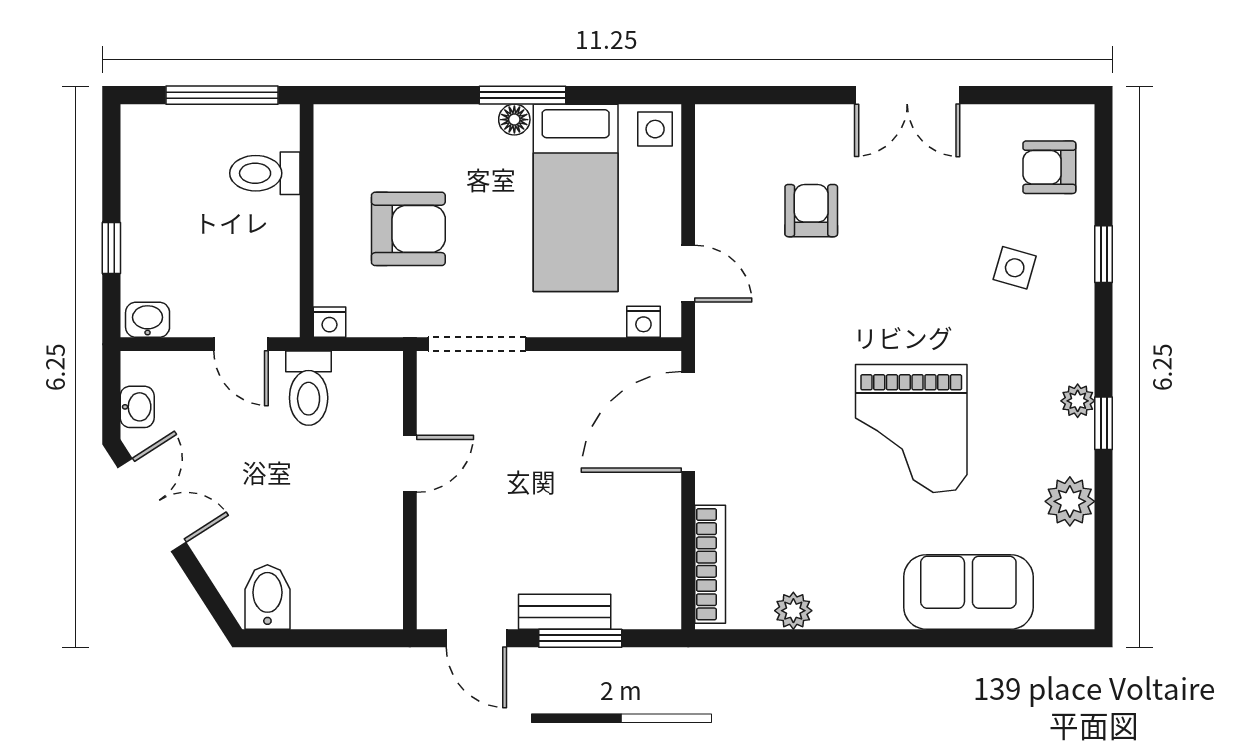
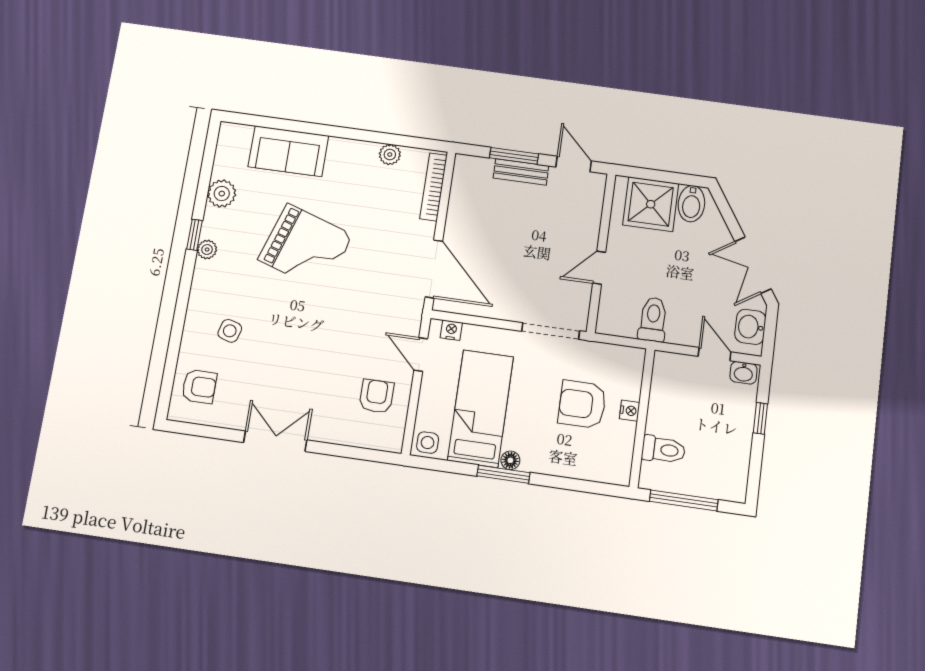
armchair: (811, 211) -> (377, 396), moved, turned 180
window: (1104, 254) -> (177, 331), removed
nightstand: (329, 322) -> (630, 411), moved, turned 90
door: (241, 344) -> (715, 354), moved
washbasin: (137, 407) -> (750, 327), width x1.38, depth x1.45
door: (688, 422) -> (434, 269), hinge flipped
grand piano: (911, 429) -> (305, 247), turned 108
shower: (336, 586) -> (651, 204), added

